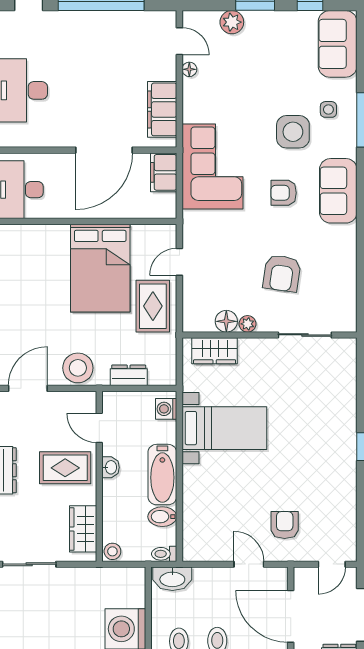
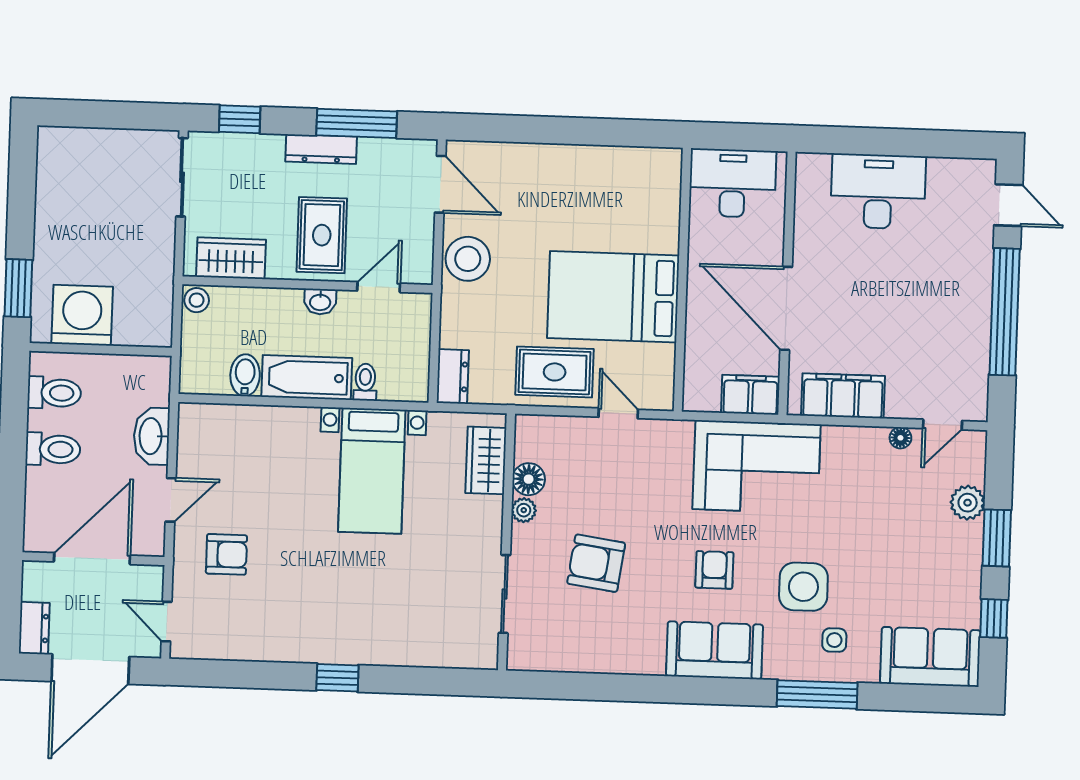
dresser: (129, 375) -> (453, 377), moved
washing machine: (166, 409) -> (403, 386), removed
toilet: (164, 554) -> (365, 382), moved
washbasin: (172, 579) -> (152, 436), moved

